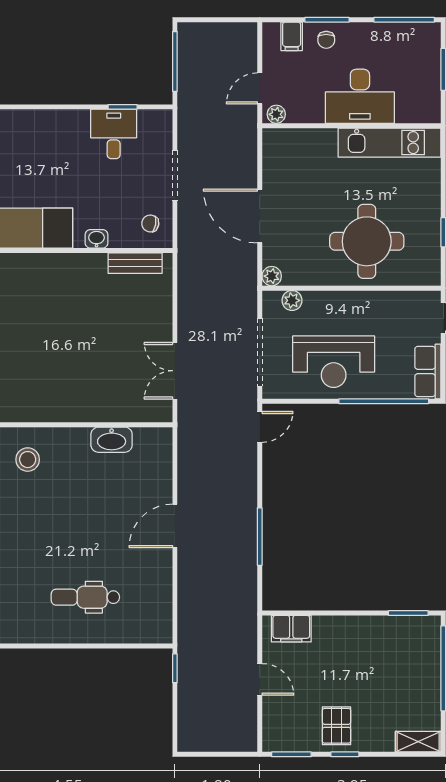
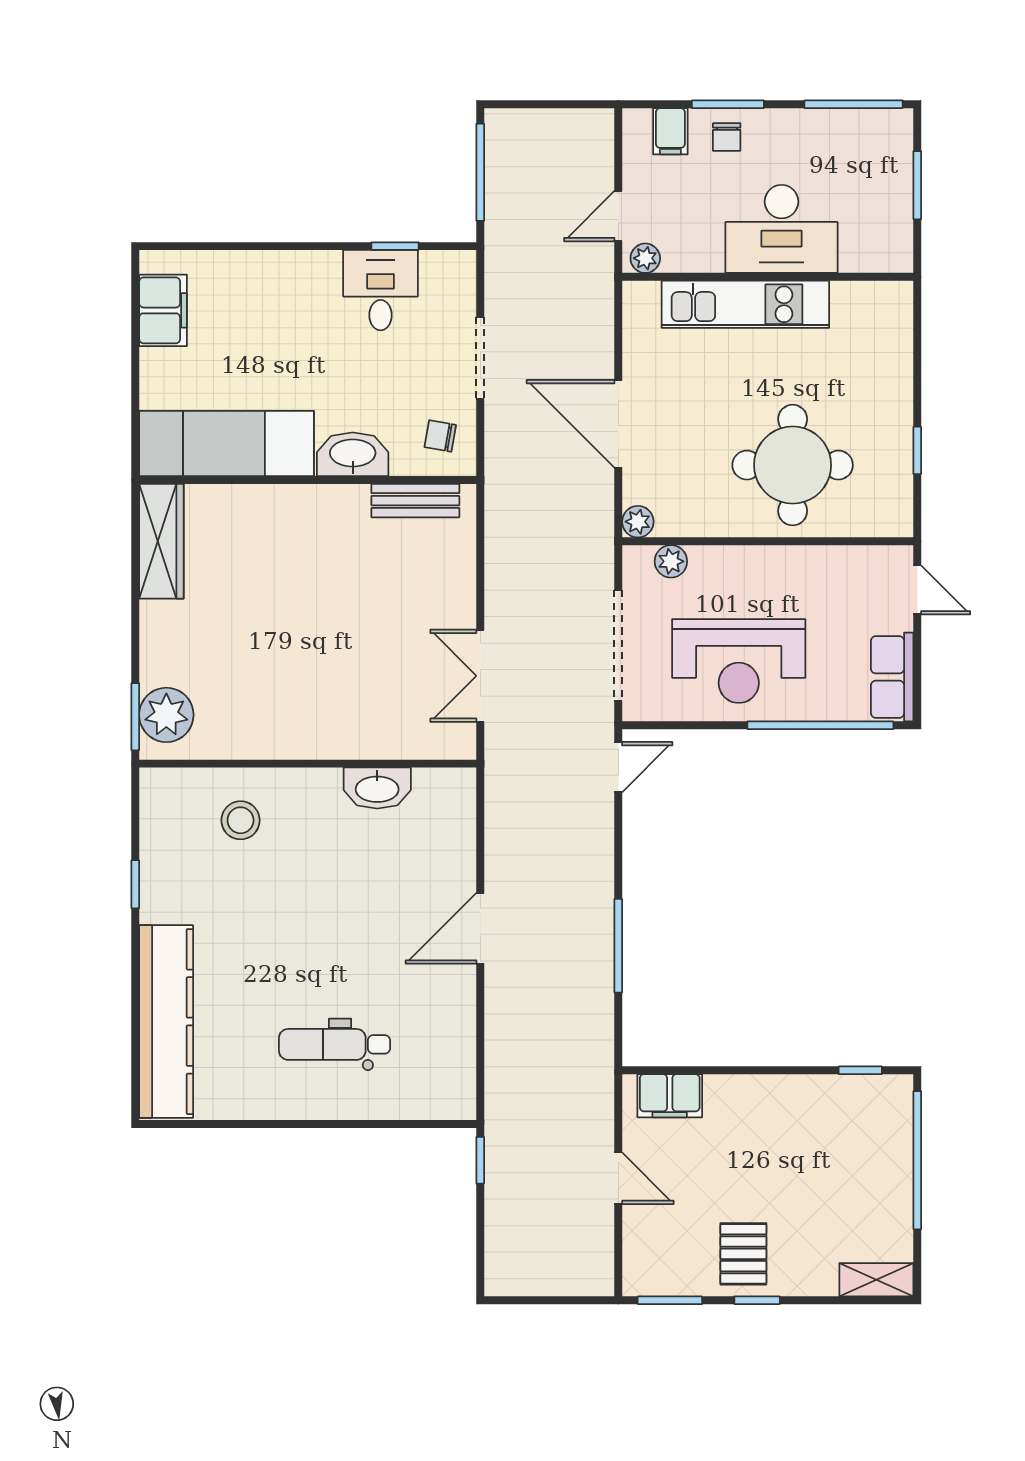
kitchen unit: (389, 143) -> (745, 304), moved
washbasin: (97, 239) -> (353, 454), width x1.91, depth x1.45
window: (408, 613) -> (860, 1070), width x0.67

